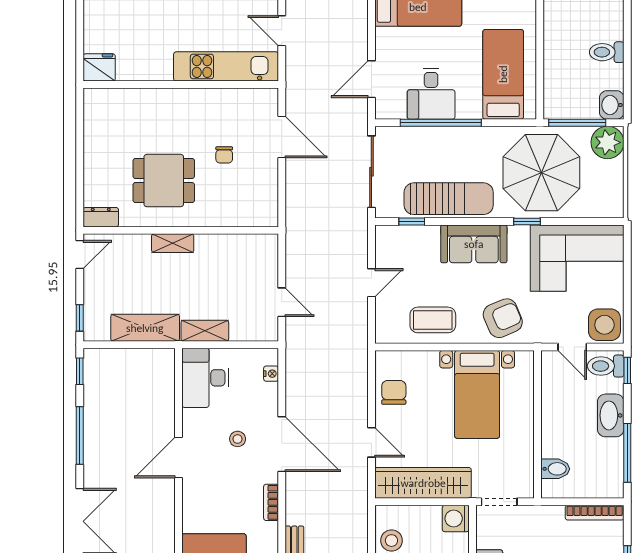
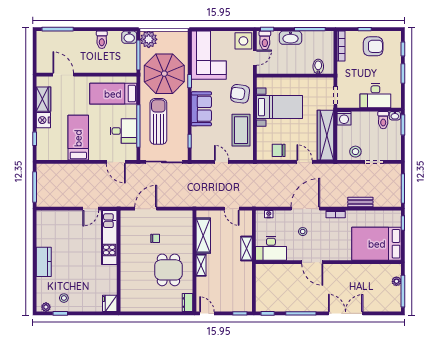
sun lounger: (449, 199) -> (158, 121), moved
door: (282, 302) -> (232, 209), swing flipped
armchair: (503, 318) -> (240, 94), turned -59
coffee table: (433, 320) -> (241, 130), width x1.36, depth x1.32
shelving: (145, 328) -> (203, 236), moved
door: (371, 442) -> (305, 162), hinge flipped

